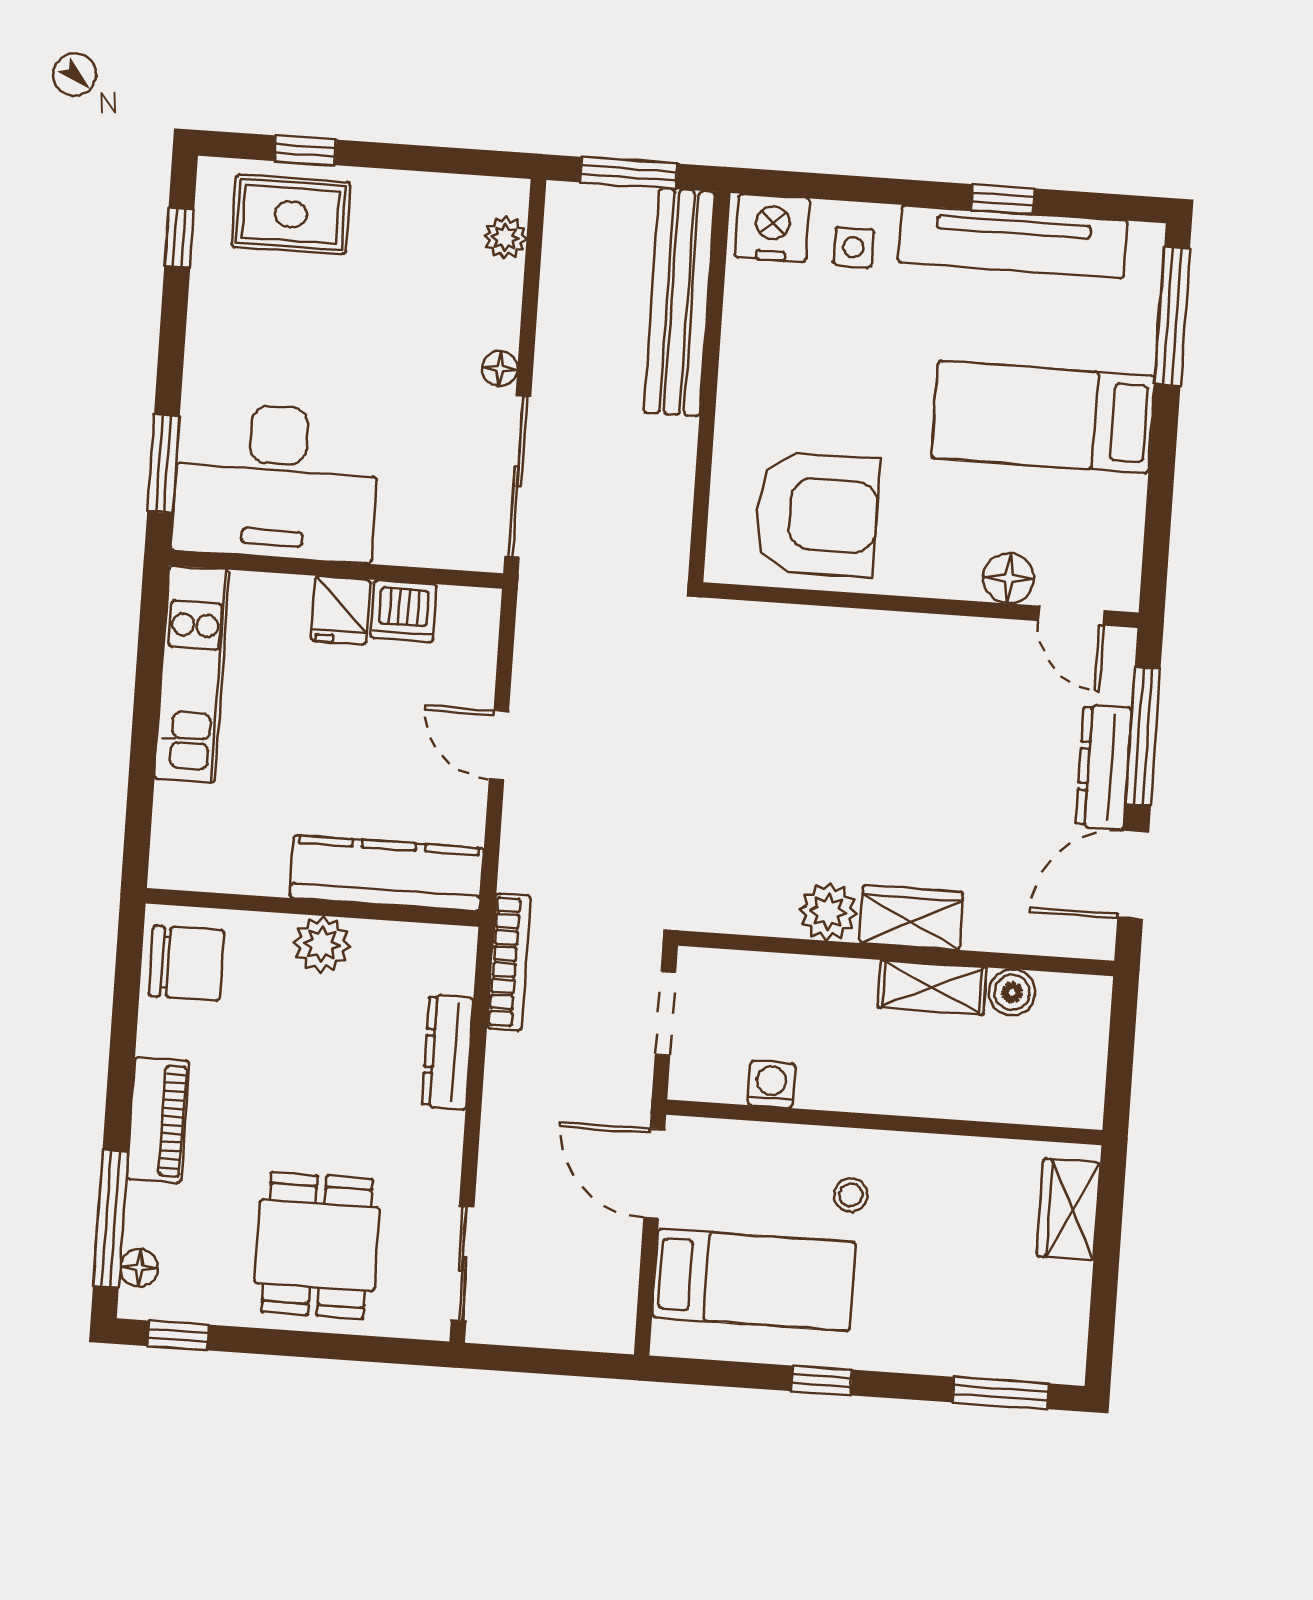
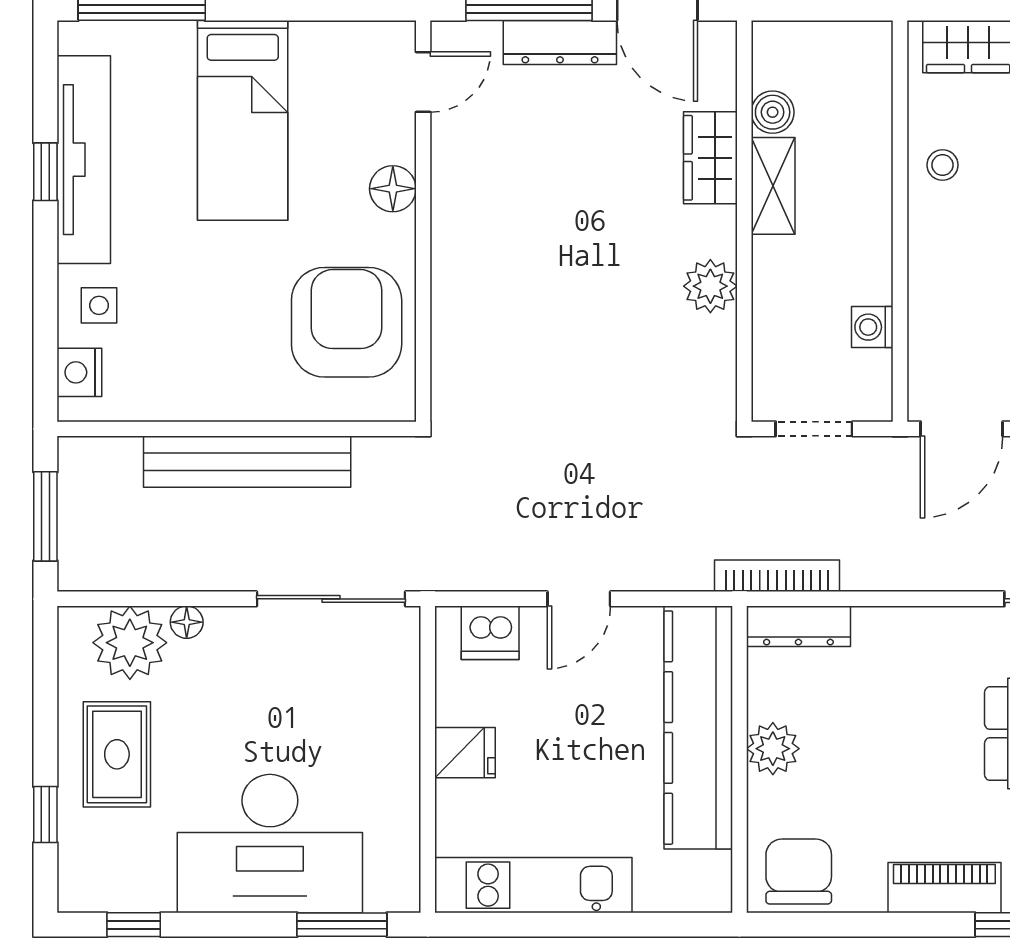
rug: (291, 214) -> (117, 754), moved
nightstand: (772, 228) -> (79, 372), width x0.74, depth x0.75
plant: (505, 238) -> (130, 643), width x1.88, depth x1.88
bench: (679, 302) -> (247, 462), moved
floor lamp: (500, 368) -> (187, 622), moved
desk: (276, 482) -> (270, 844), moved, turned 90
floor lamp: (1008, 578) -> (393, 189), moved
dishwasher: (404, 611) -> (490, 633), moved, turned 90
kitchen counter: (387, 873) -> (698, 728), width x1.39, depth x1.17
wardrobe: (911, 918) -> (710, 158), moved
dresser: (448, 1052) -> (798, 626), moved
stool: (851, 1195) -> (943, 165), moved

